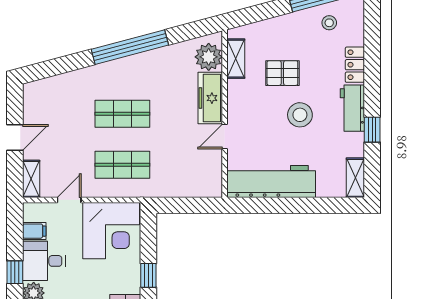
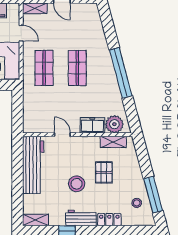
freezer: (210, 98) -> (92, 125), width x0.71

